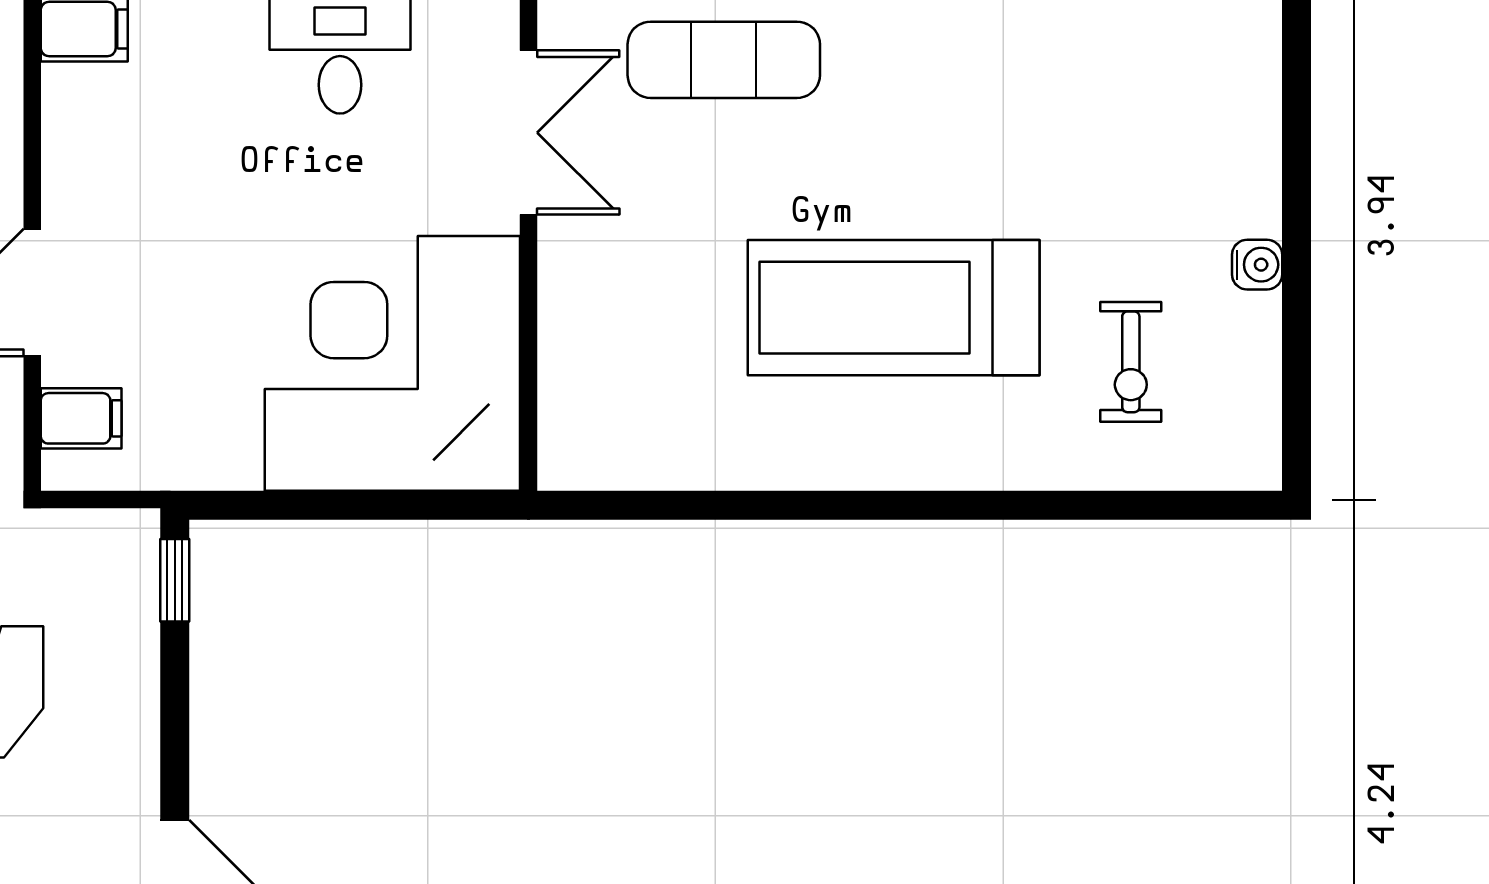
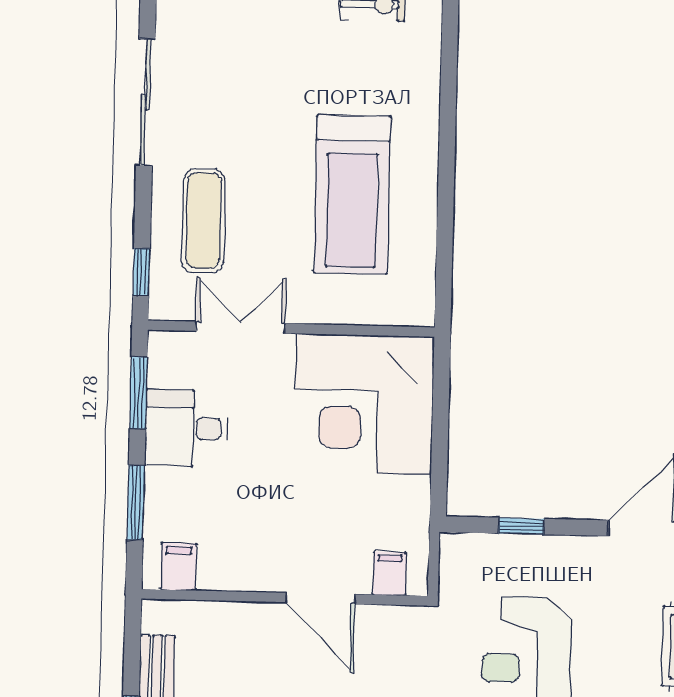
treadmill: (894, 308) -> (352, 194), moved
window: (175, 580) -> (521, 526), moved

